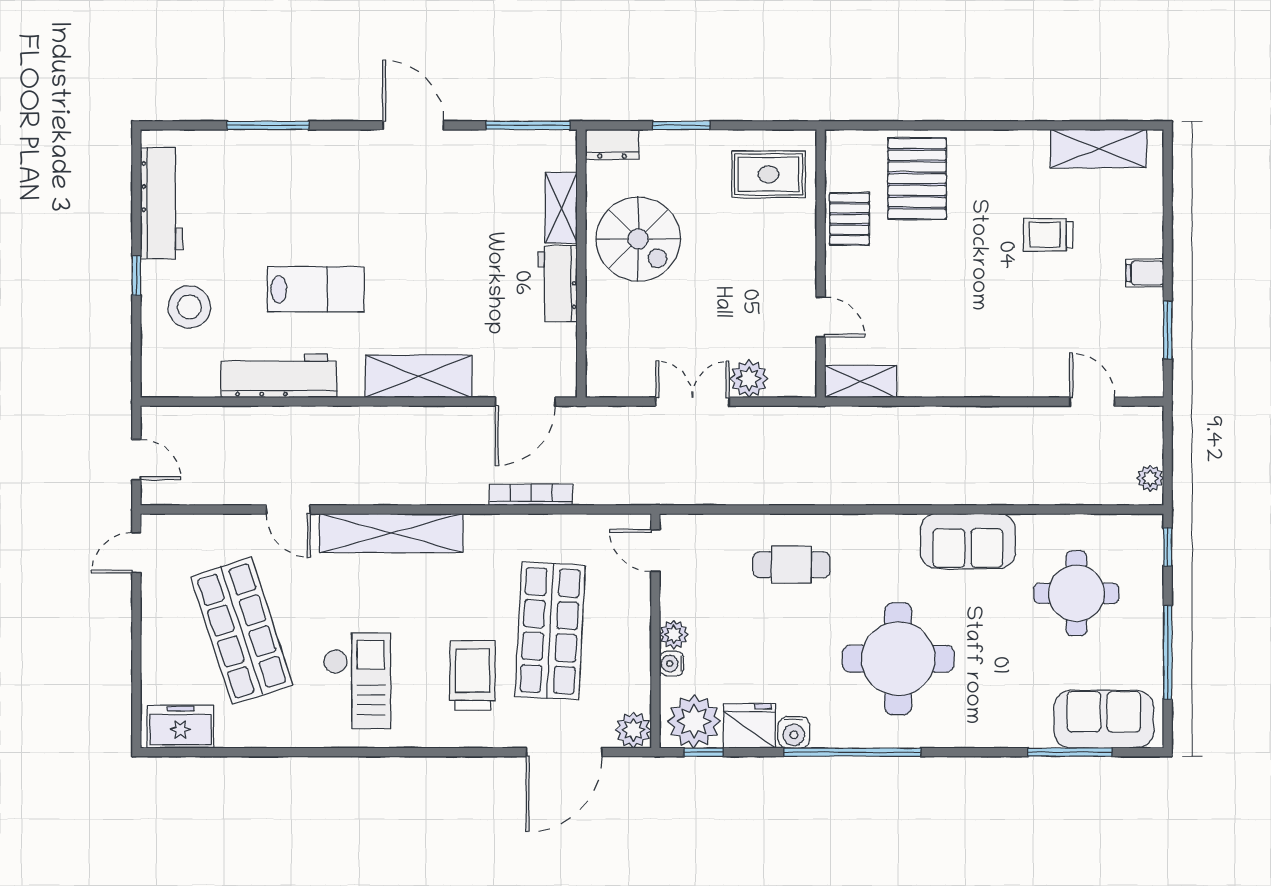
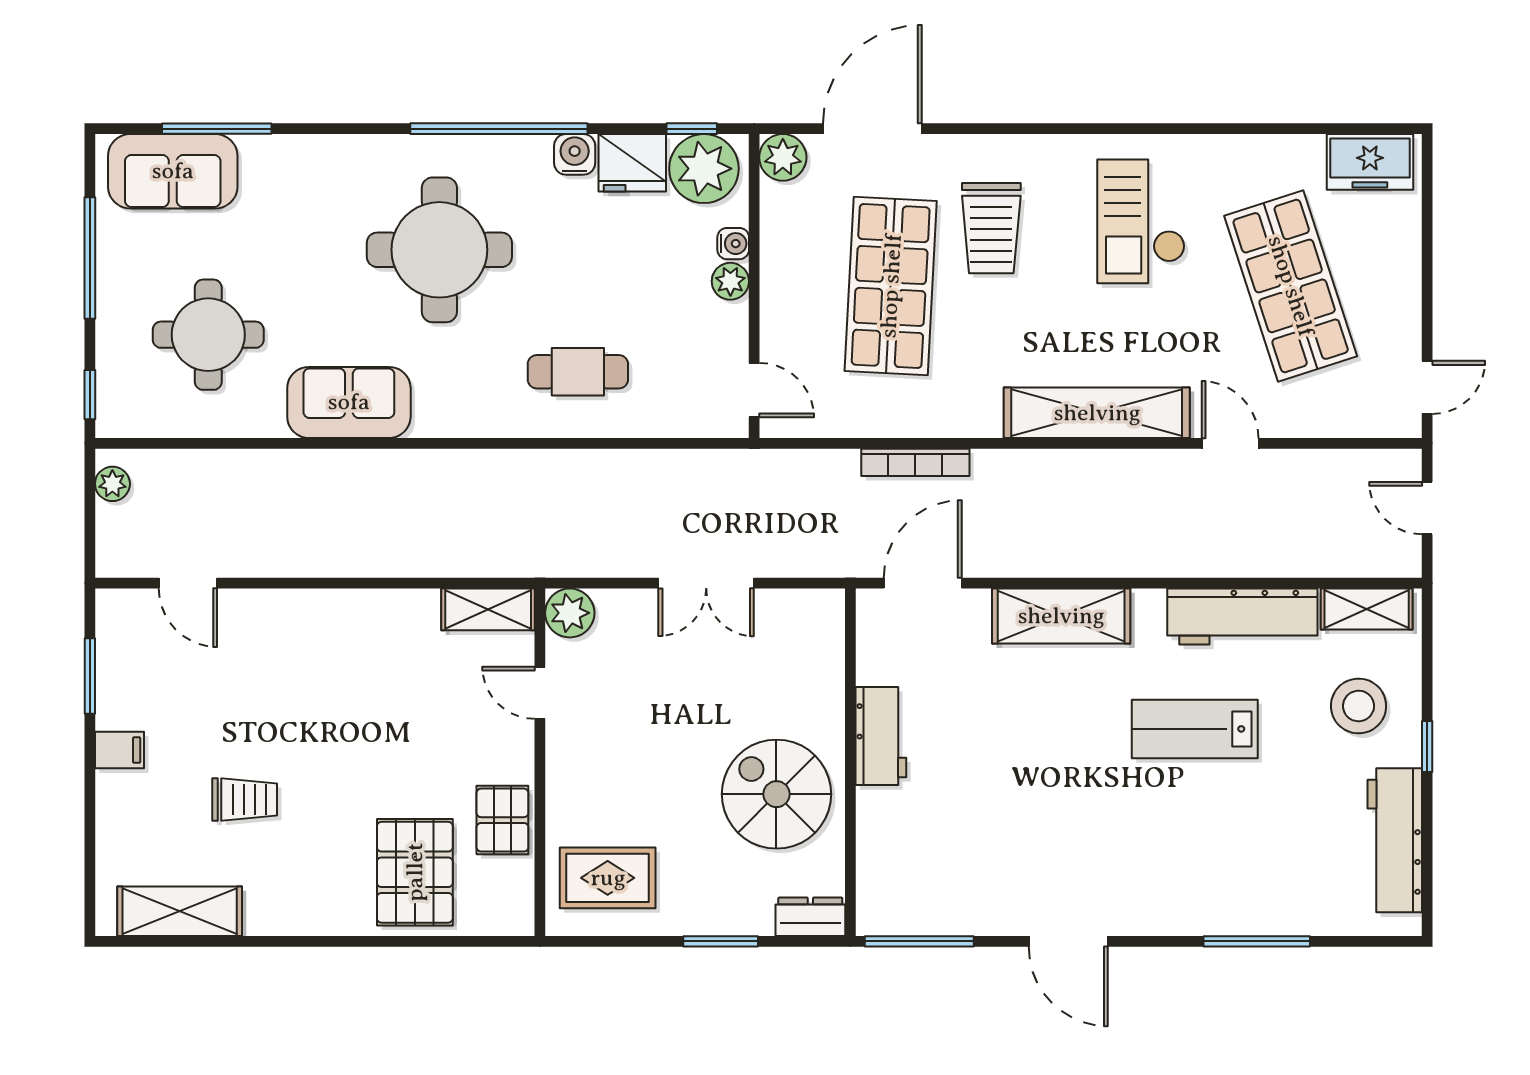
shelving: (561, 208) -> (1367, 609), moved, turned 90
plant: (749, 379) -> (570, 613), moved

